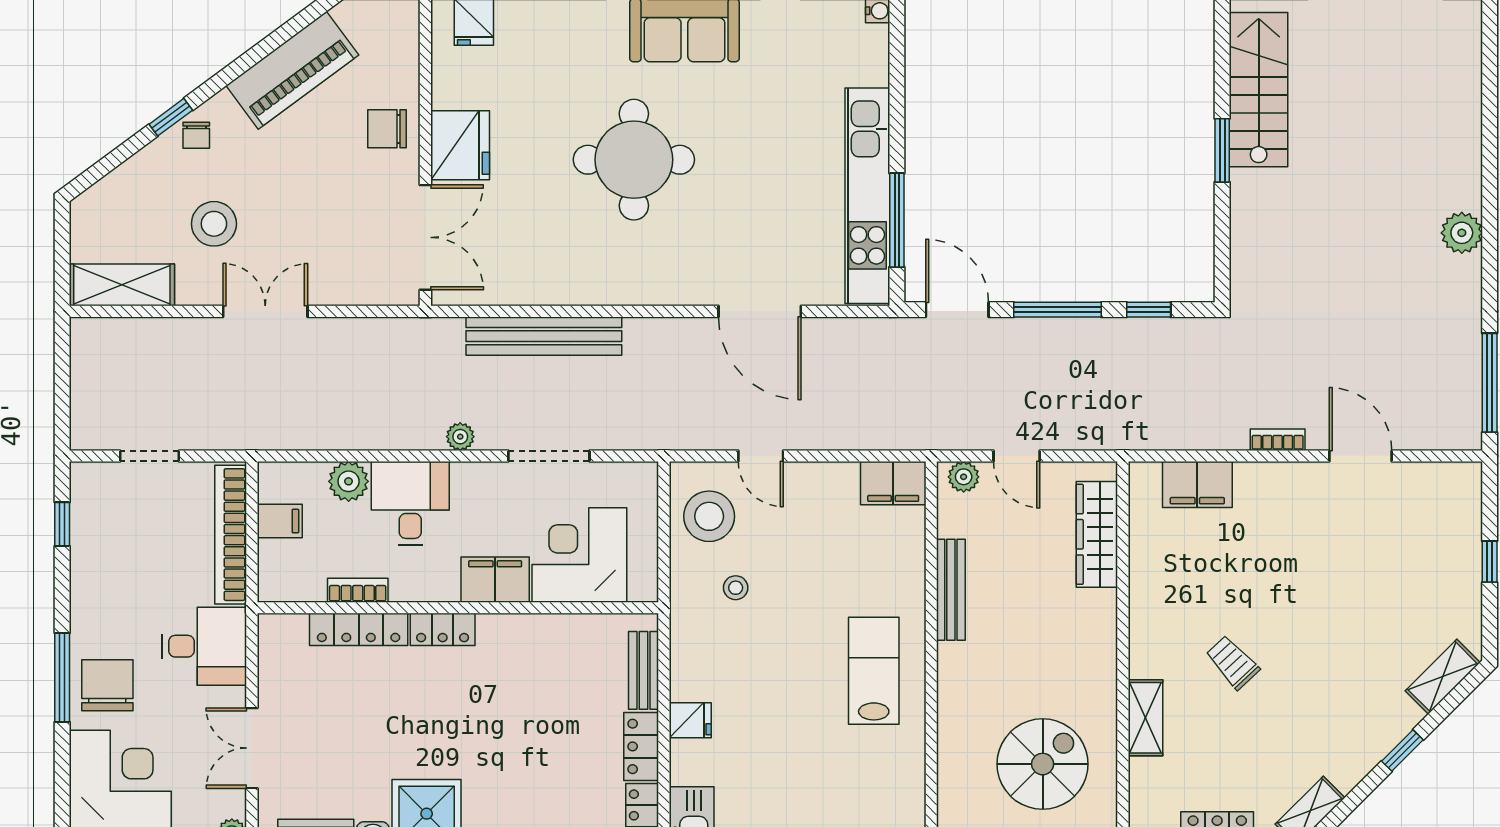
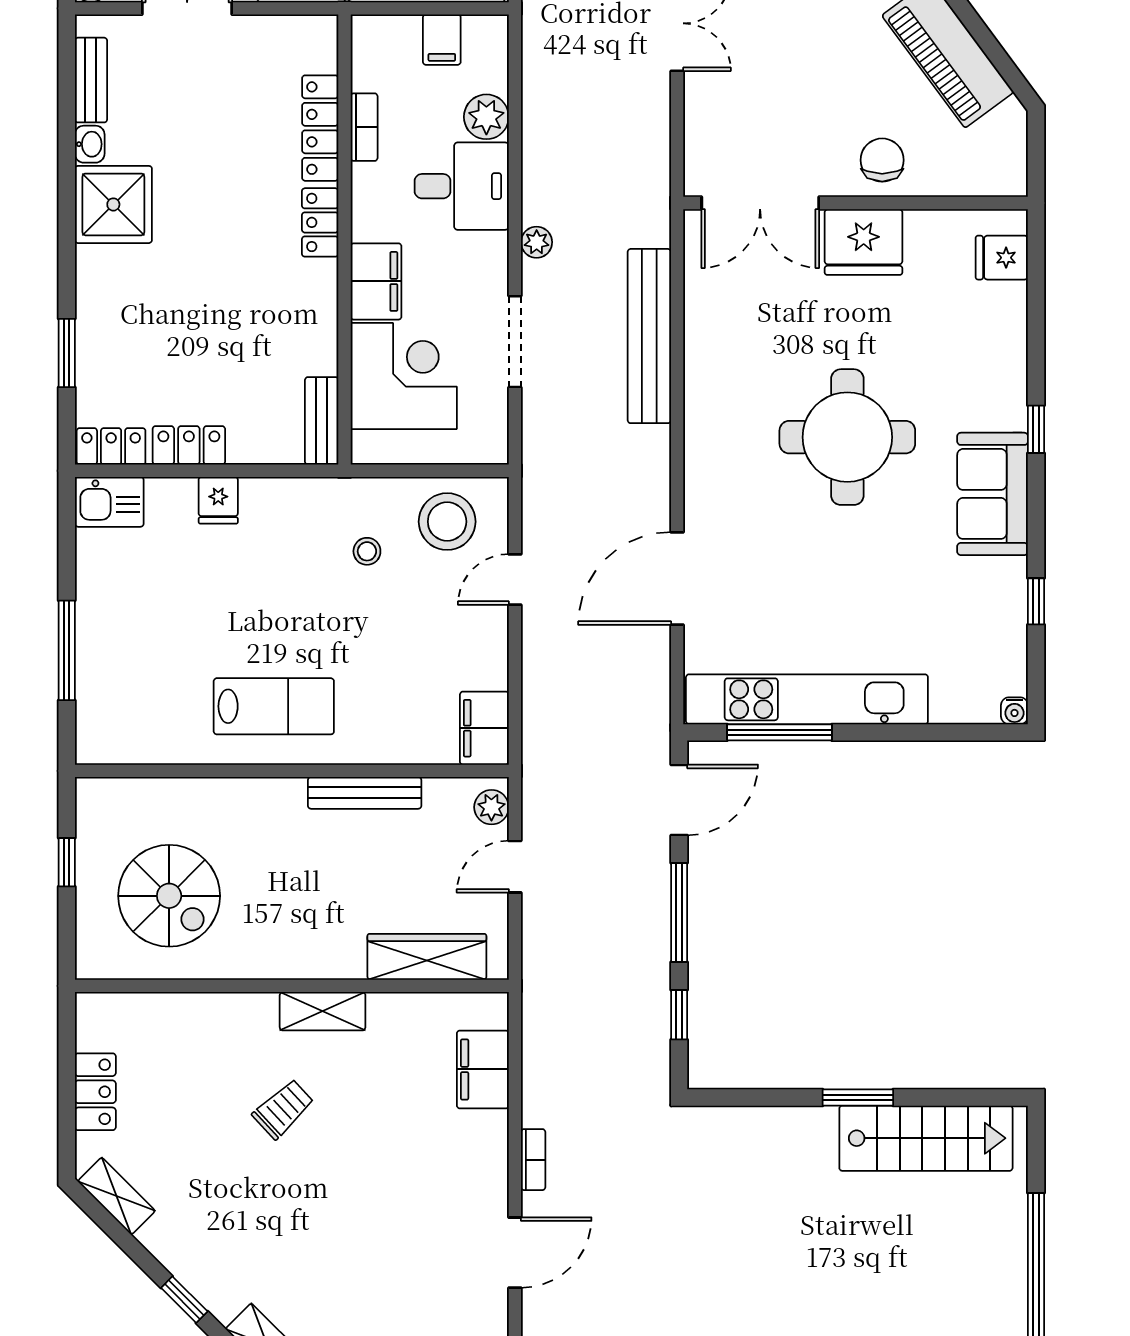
bench: (644, 670) -> (322, 421), moved, turned 90
shelving: (1145, 718) -> (323, 1011), moved

